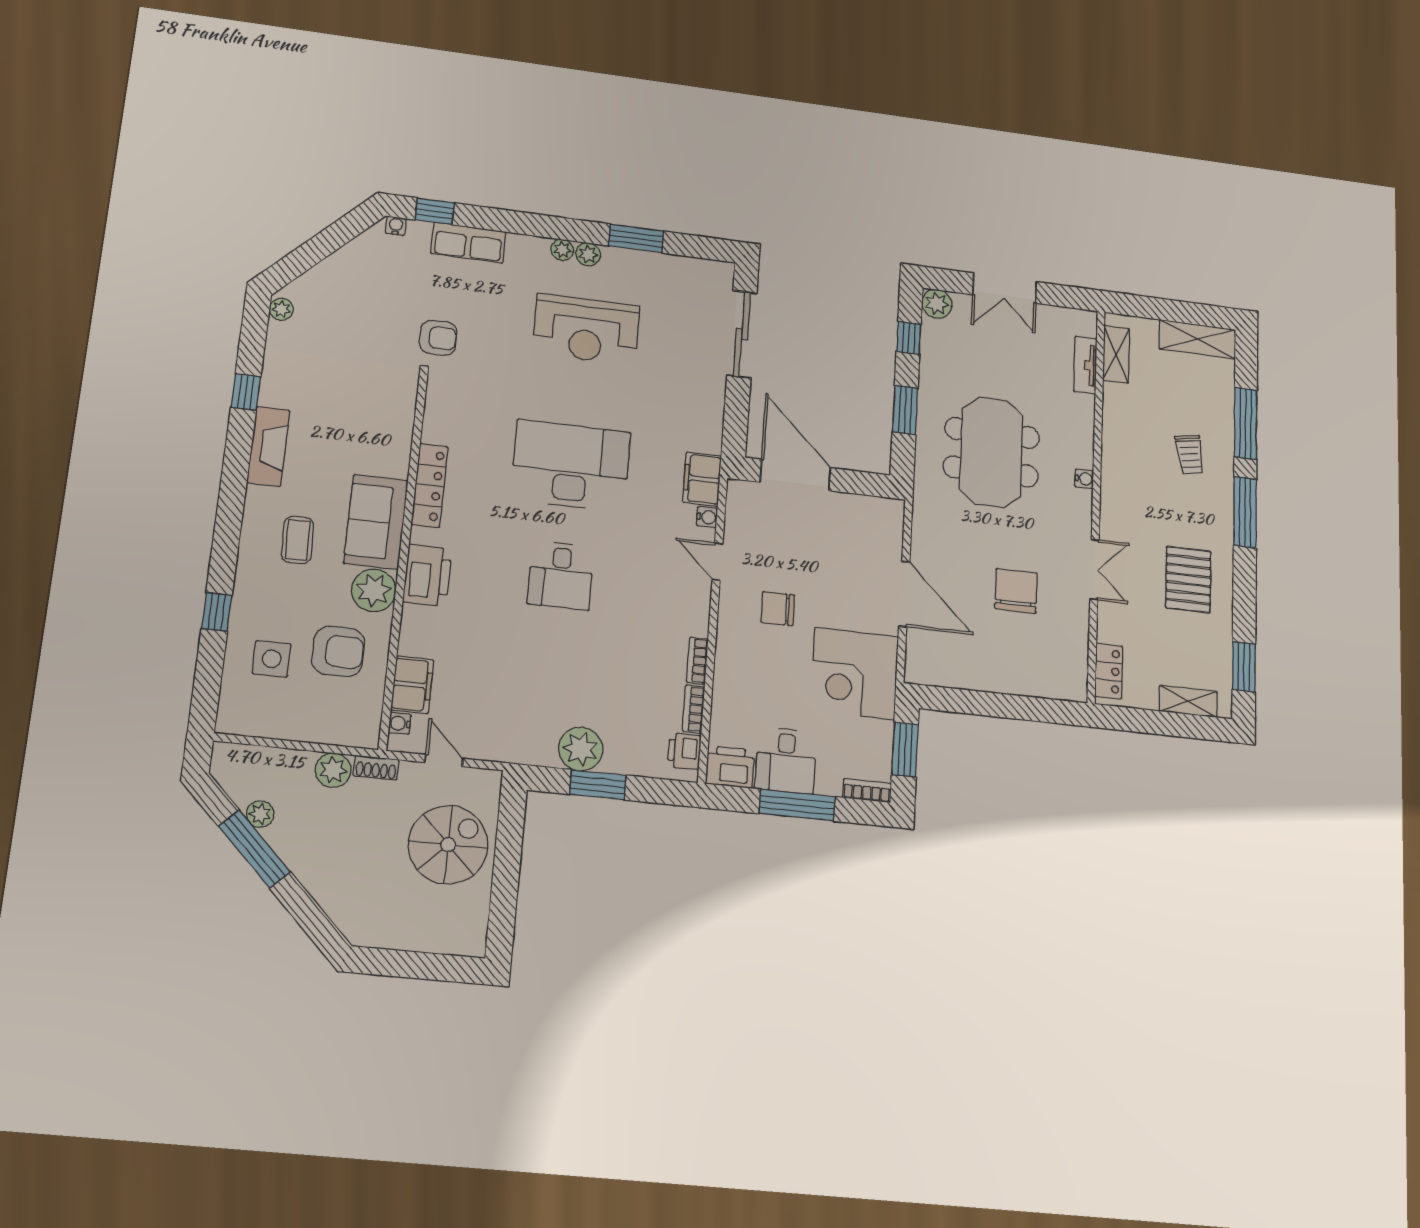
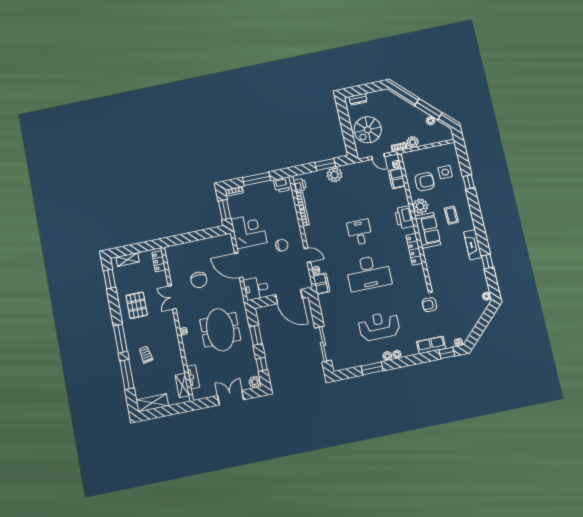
armchair: (338, 651) -> (425, 182), turned 180
desk: (786, 760) -> (256, 288), moved, turned -90
dresser: (447, 941) -> (358, 99), added

